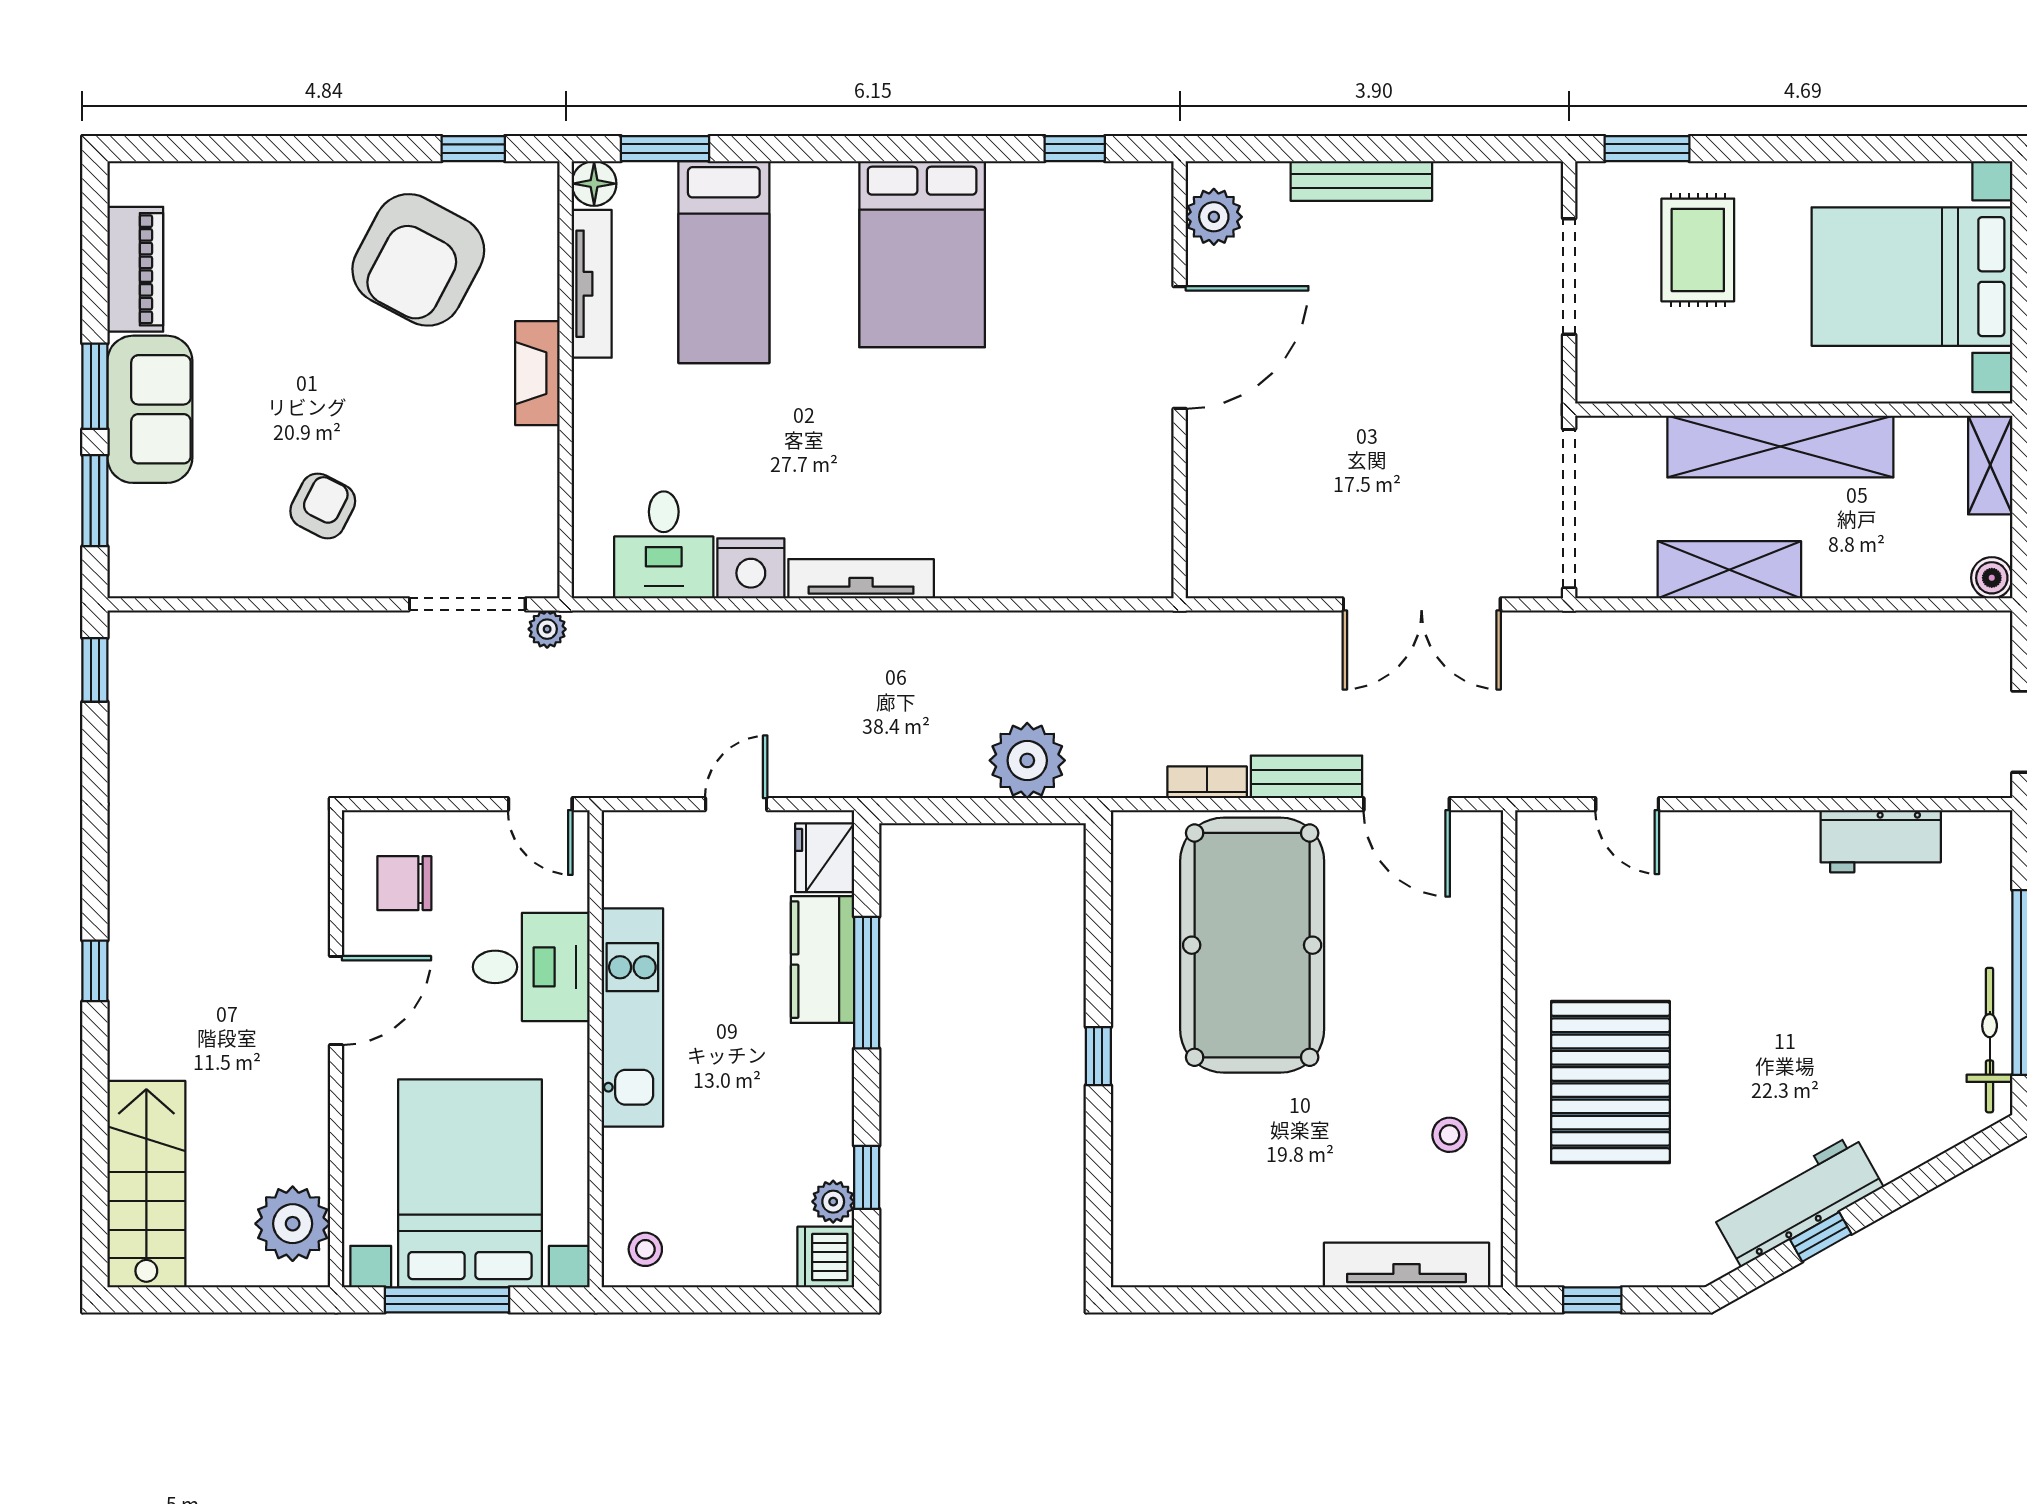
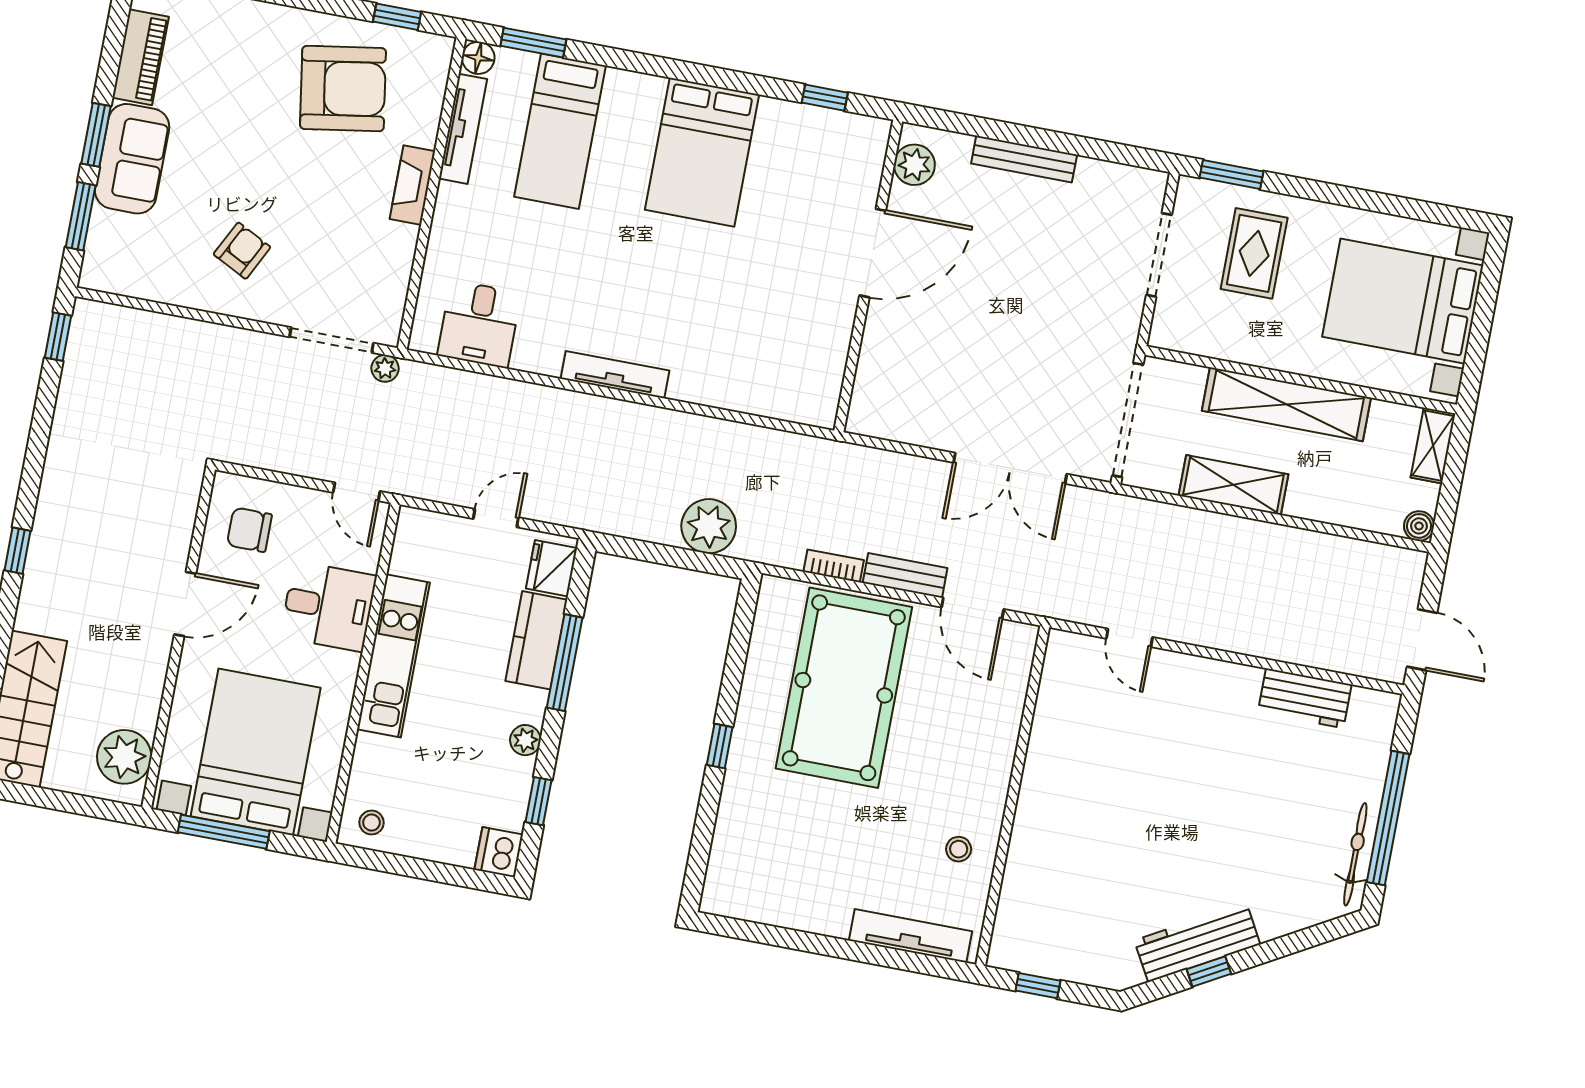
armchair: (418, 260) -> (343, 89), turned -127
nightstand: (751, 568) -> (538, 353), removed
pallet: (1610, 1082) -> (1080, 833), removed
plant: (833, 1202) -> (525, 740), moved

